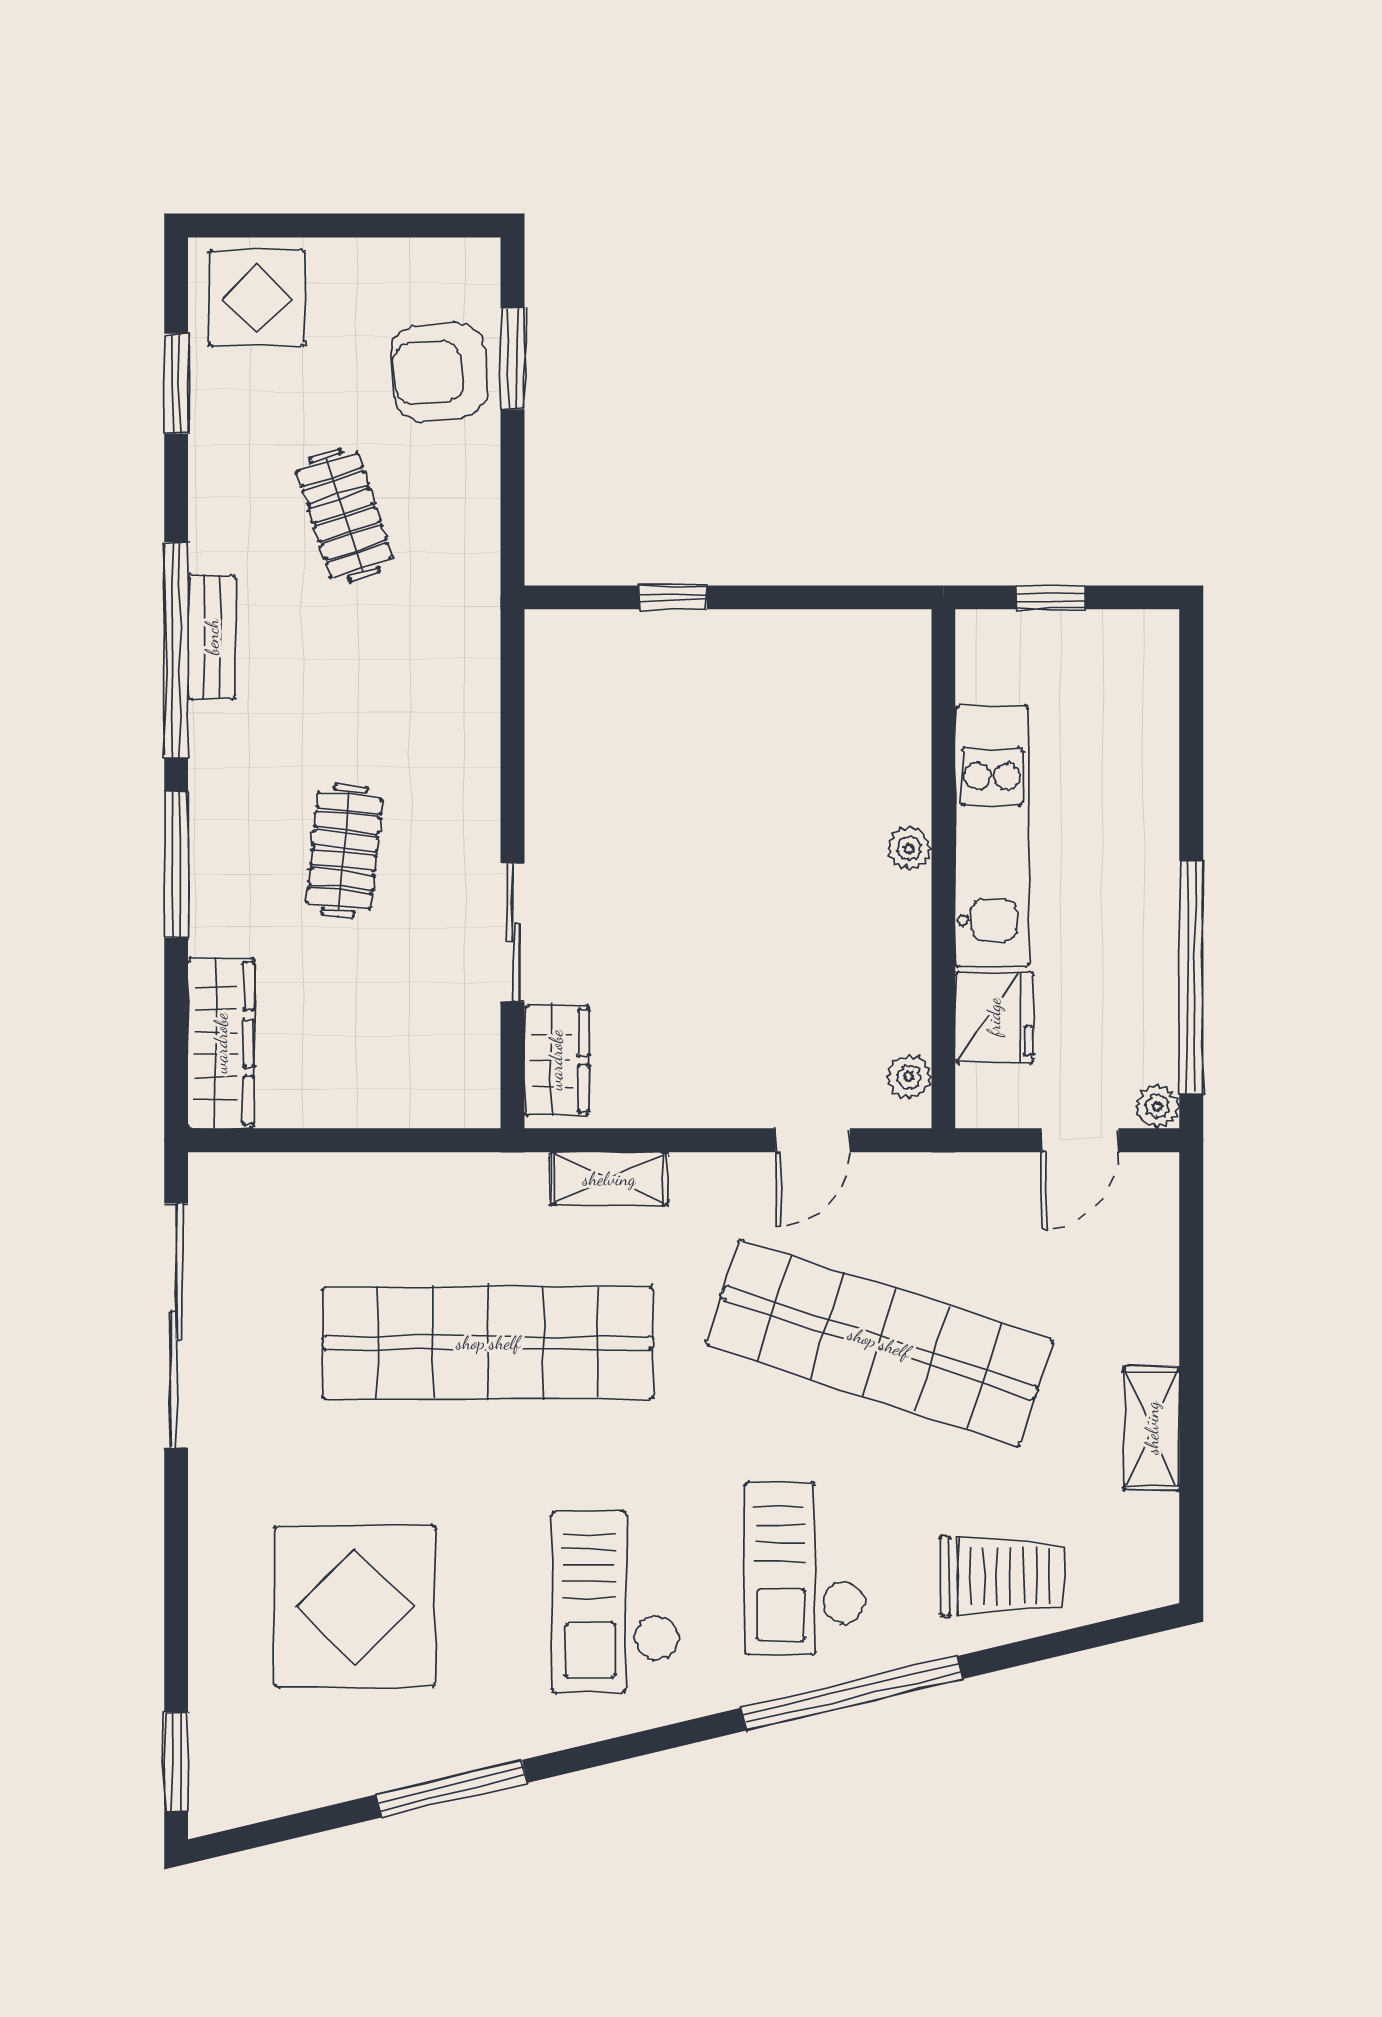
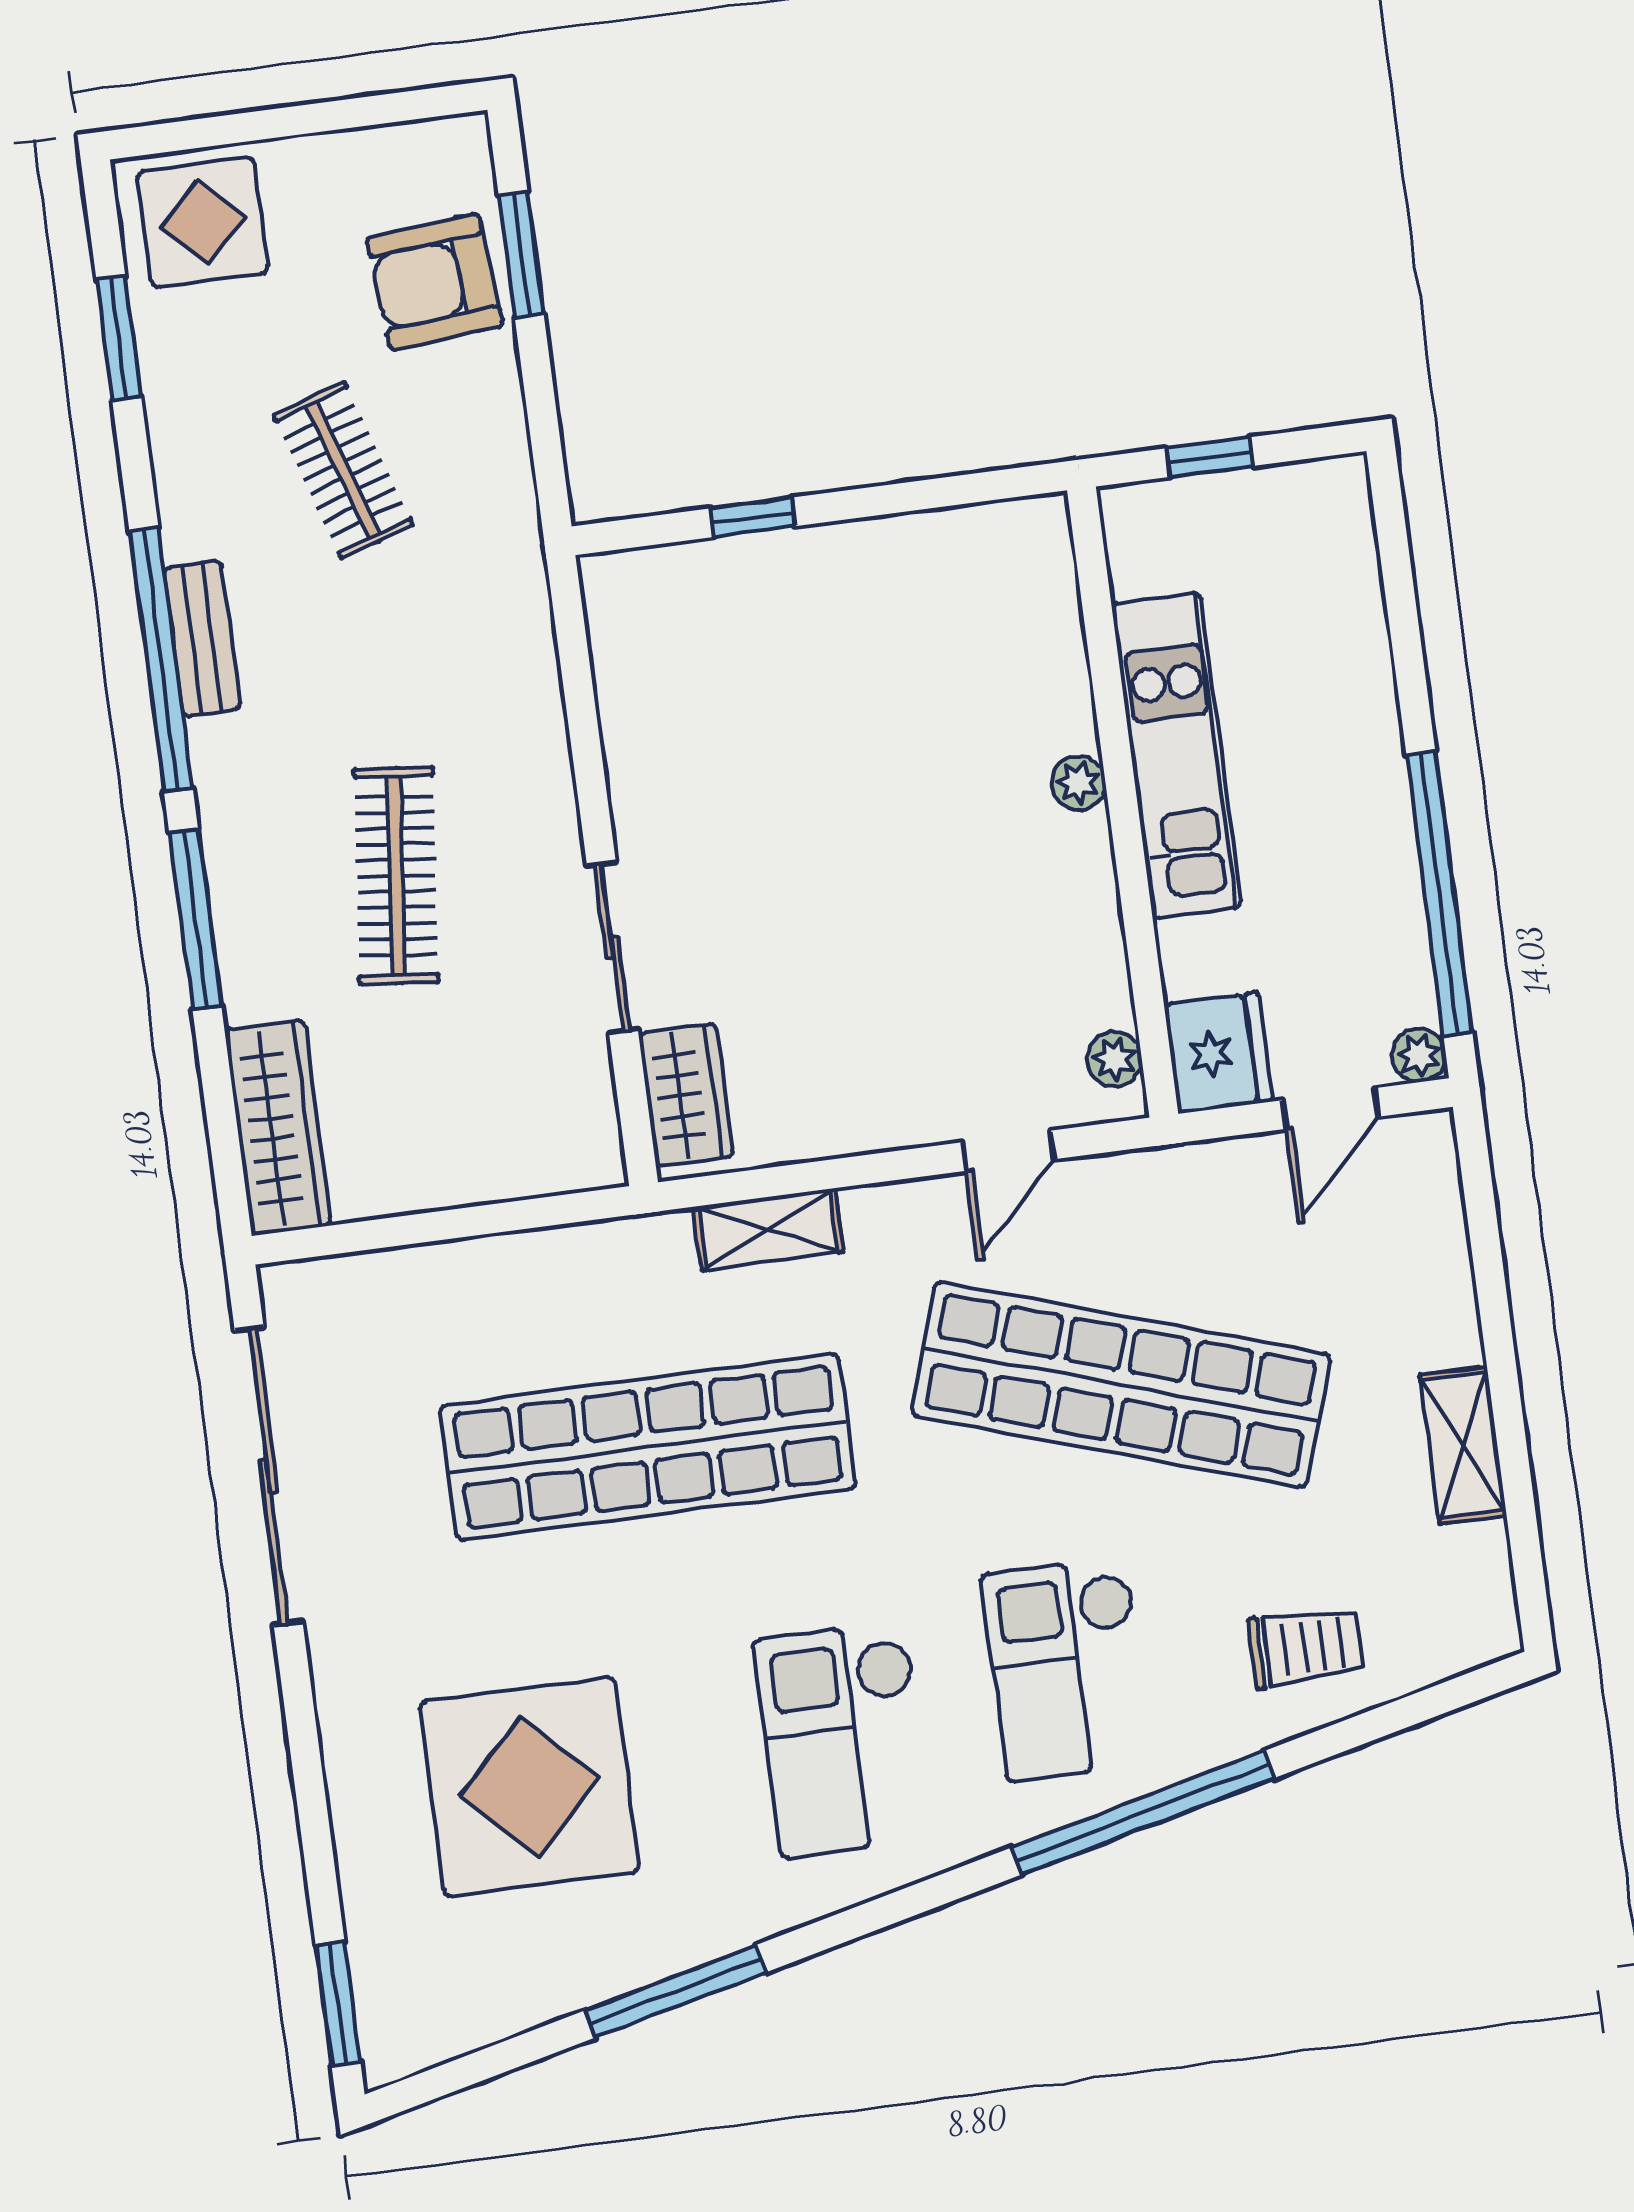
clothes rail: (344, 851) -> (396, 876), width x1.36
fridge: (994, 1017) -> (1218, 1053), moved
trolley: (1002, 1576) -> (1306, 1647), width x0.73, depth x0.72

